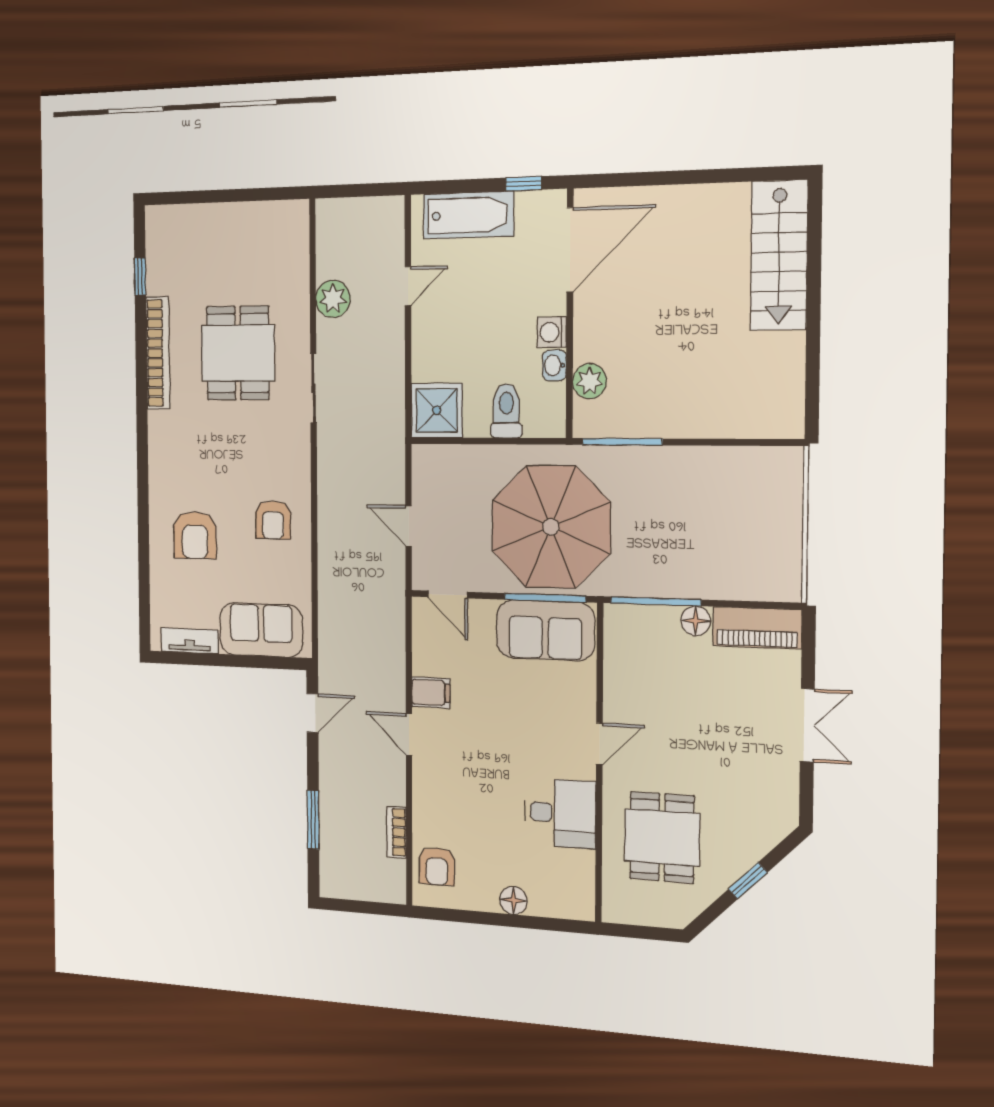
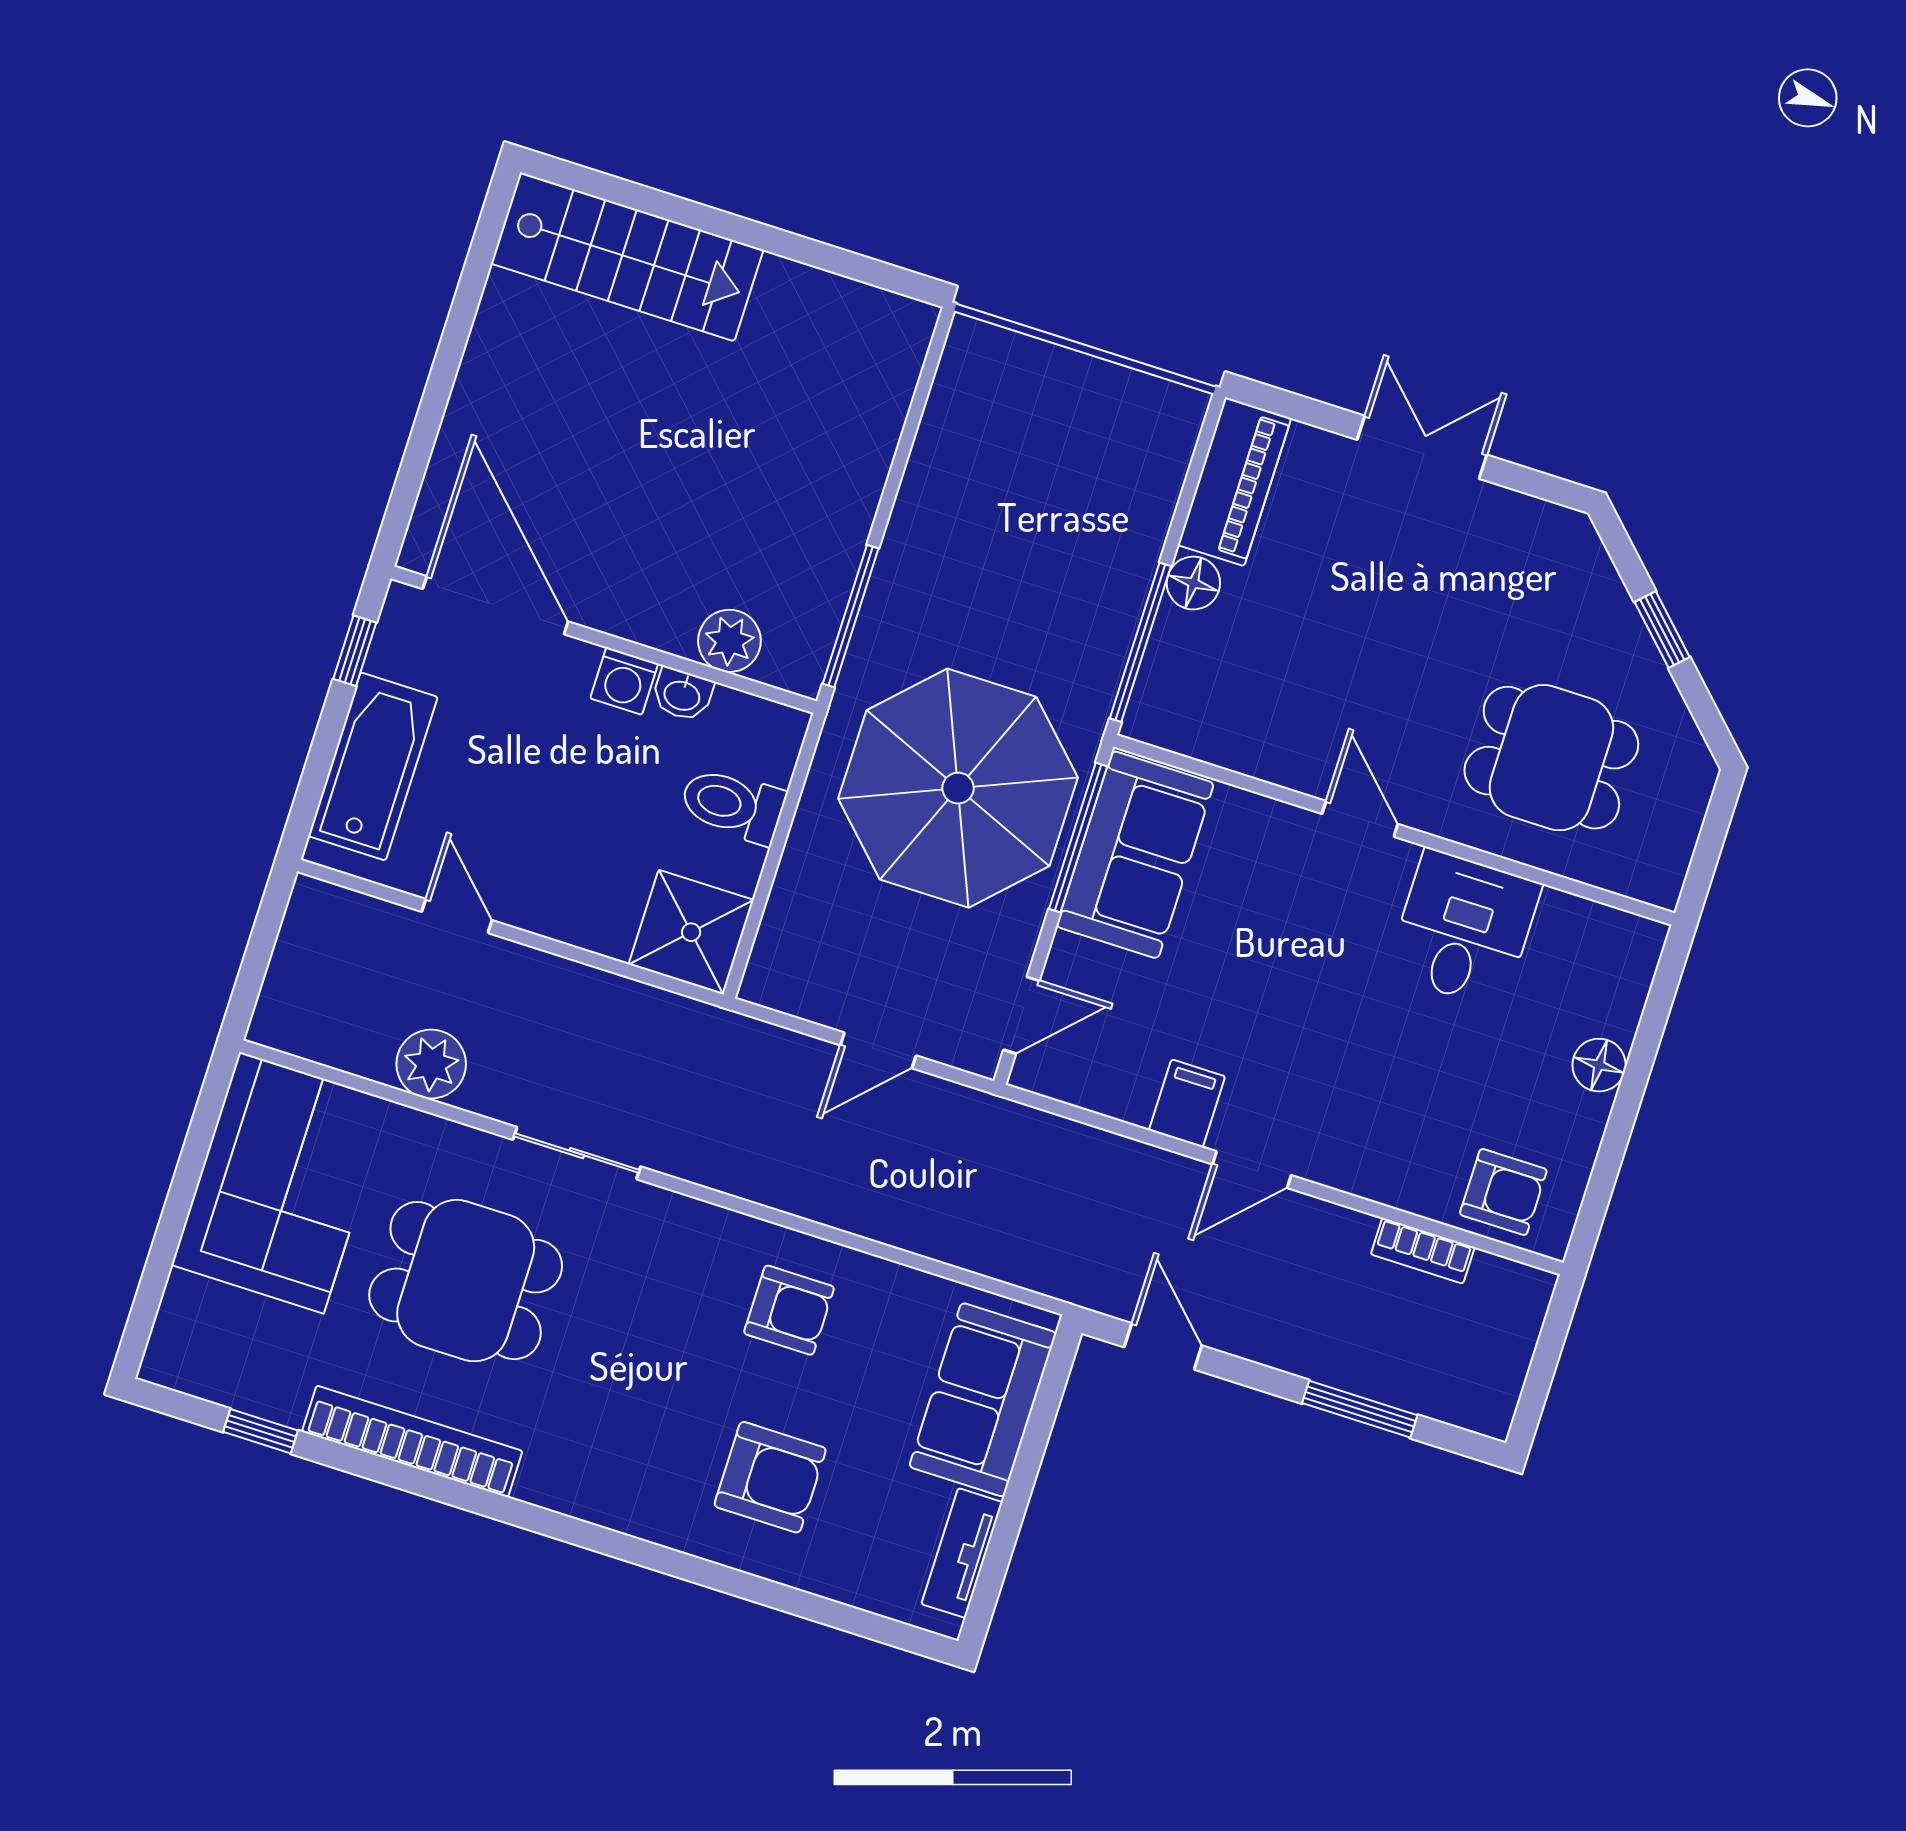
corner sofa: (255, 244) -> (281, 1183), added

